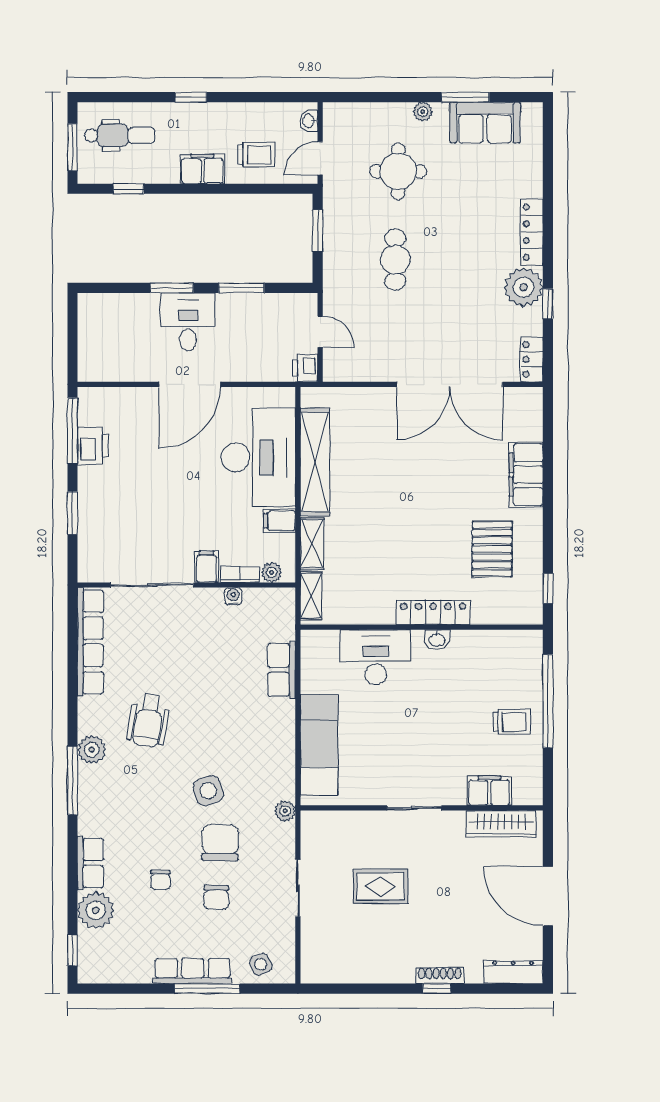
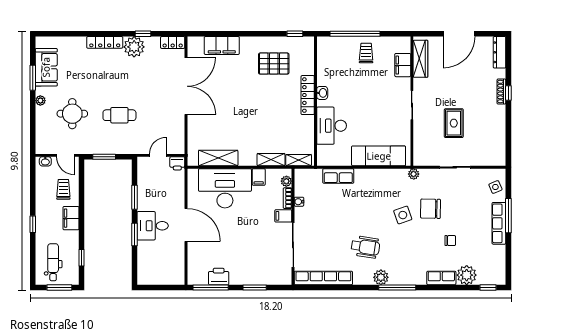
shelving: (315, 462) -> (218, 158), width x0.68
filing cabinet: (526, 475) -> (222, 45), moved
chair: (216, 897) -> (460, 211), removed

